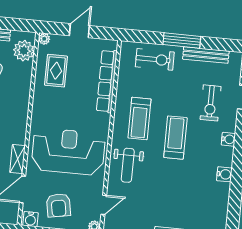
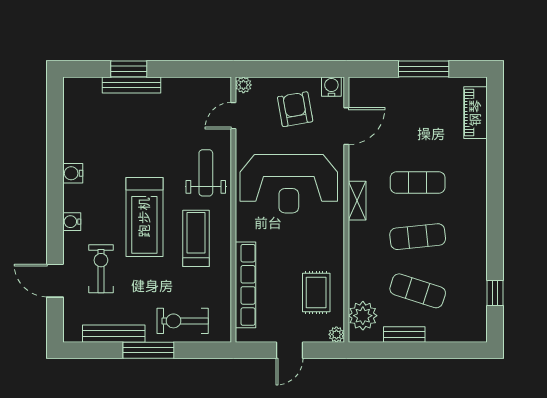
treadmill: (175, 138) -> (144, 217), width x1.37, depth x1.38
shelving: (18, 159) -> (357, 201), moved

